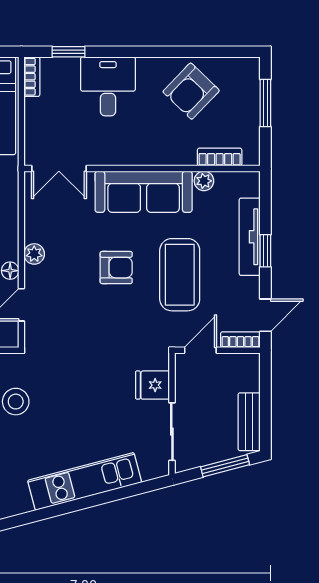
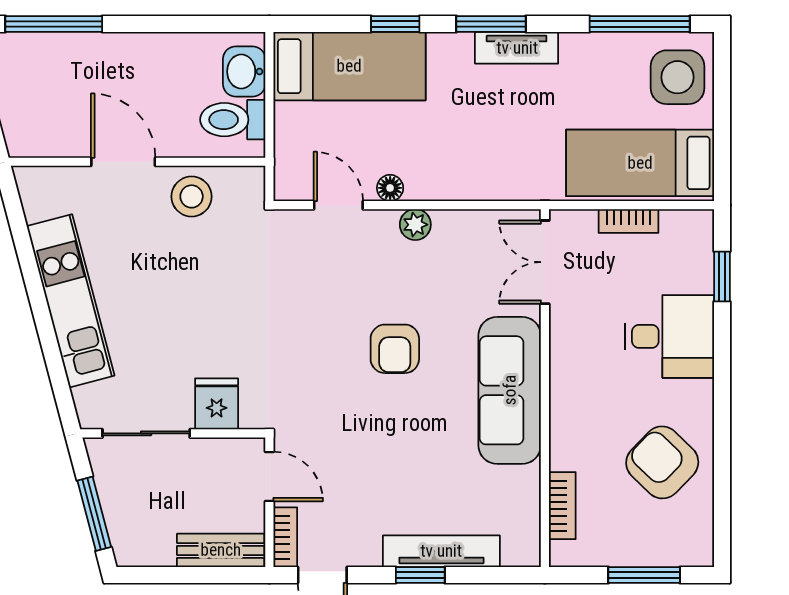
bookcase: (32, 77) -> (629, 221), moved
plant: (204, 181) -> (526, 482), removed
coffee table: (180, 275) -> (384, 445), removed
bench: (249, 422) -> (221, 550), moved

